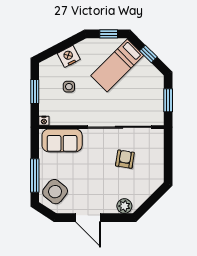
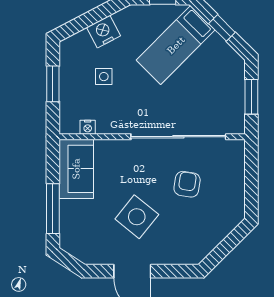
nightstand: (44, 121) -> (88, 127), moved
sofa: (62, 140) -> (76, 169), moved, turned -90
side table: (55, 192) -> (137, 217), moved
plant: (124, 206) -> (186, 254), removed

